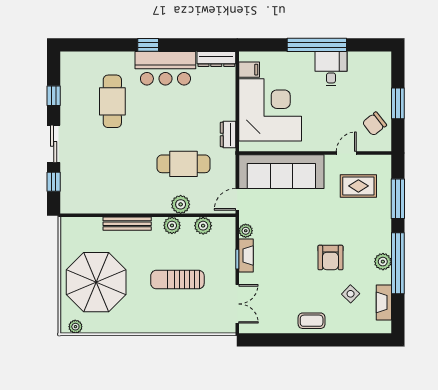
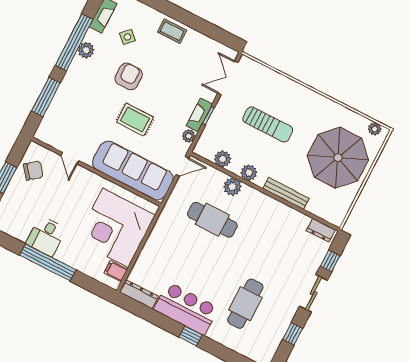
dresser: (228, 135) -> (321, 230), moved, turned 90
door: (346, 153) -> (70, 158), hinge flipped
rug: (358, 186) -> (135, 120), moved

